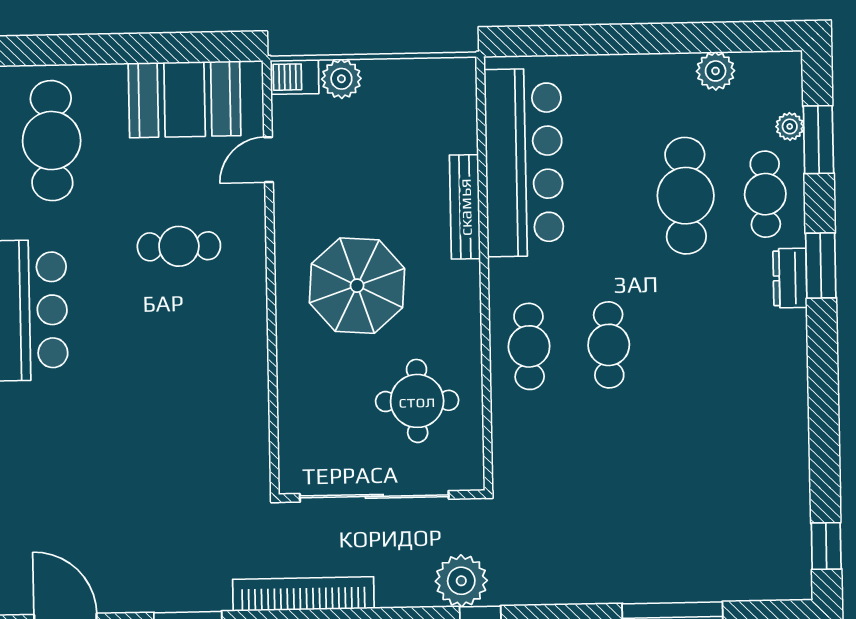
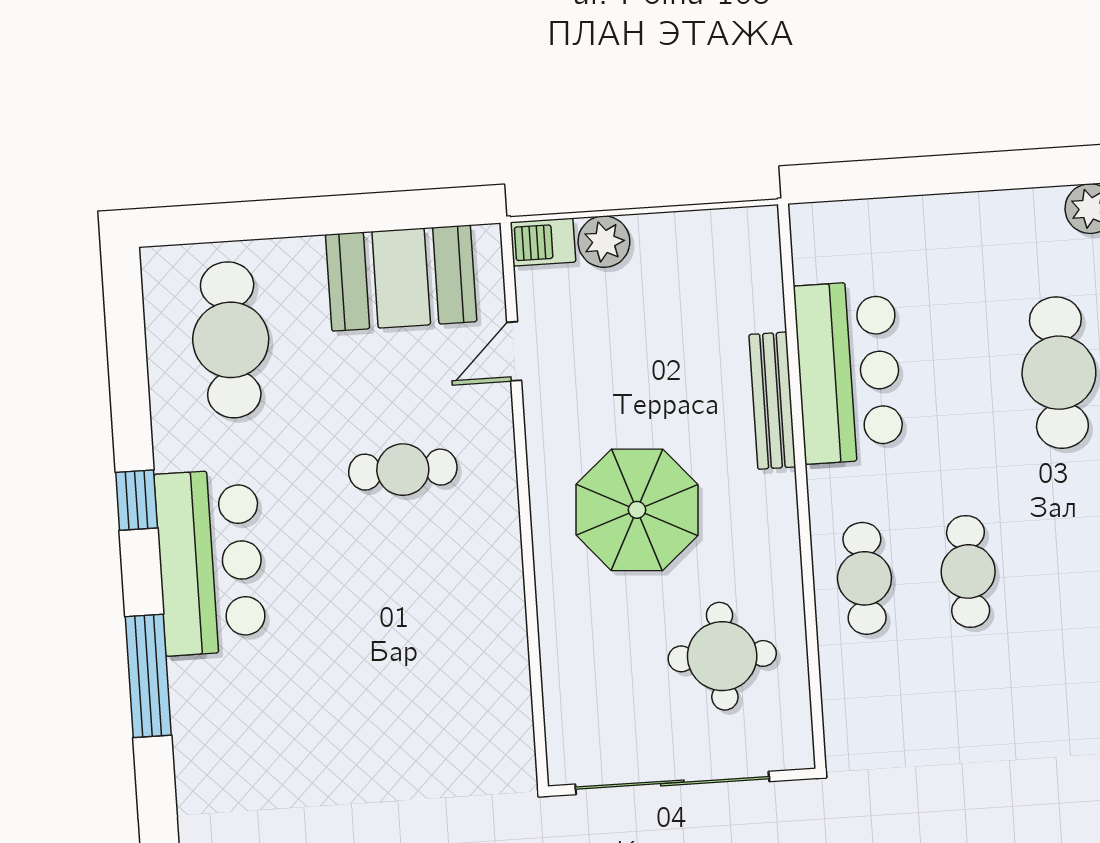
bar counter: (524, 163) -> (849, 372), width x0.73

